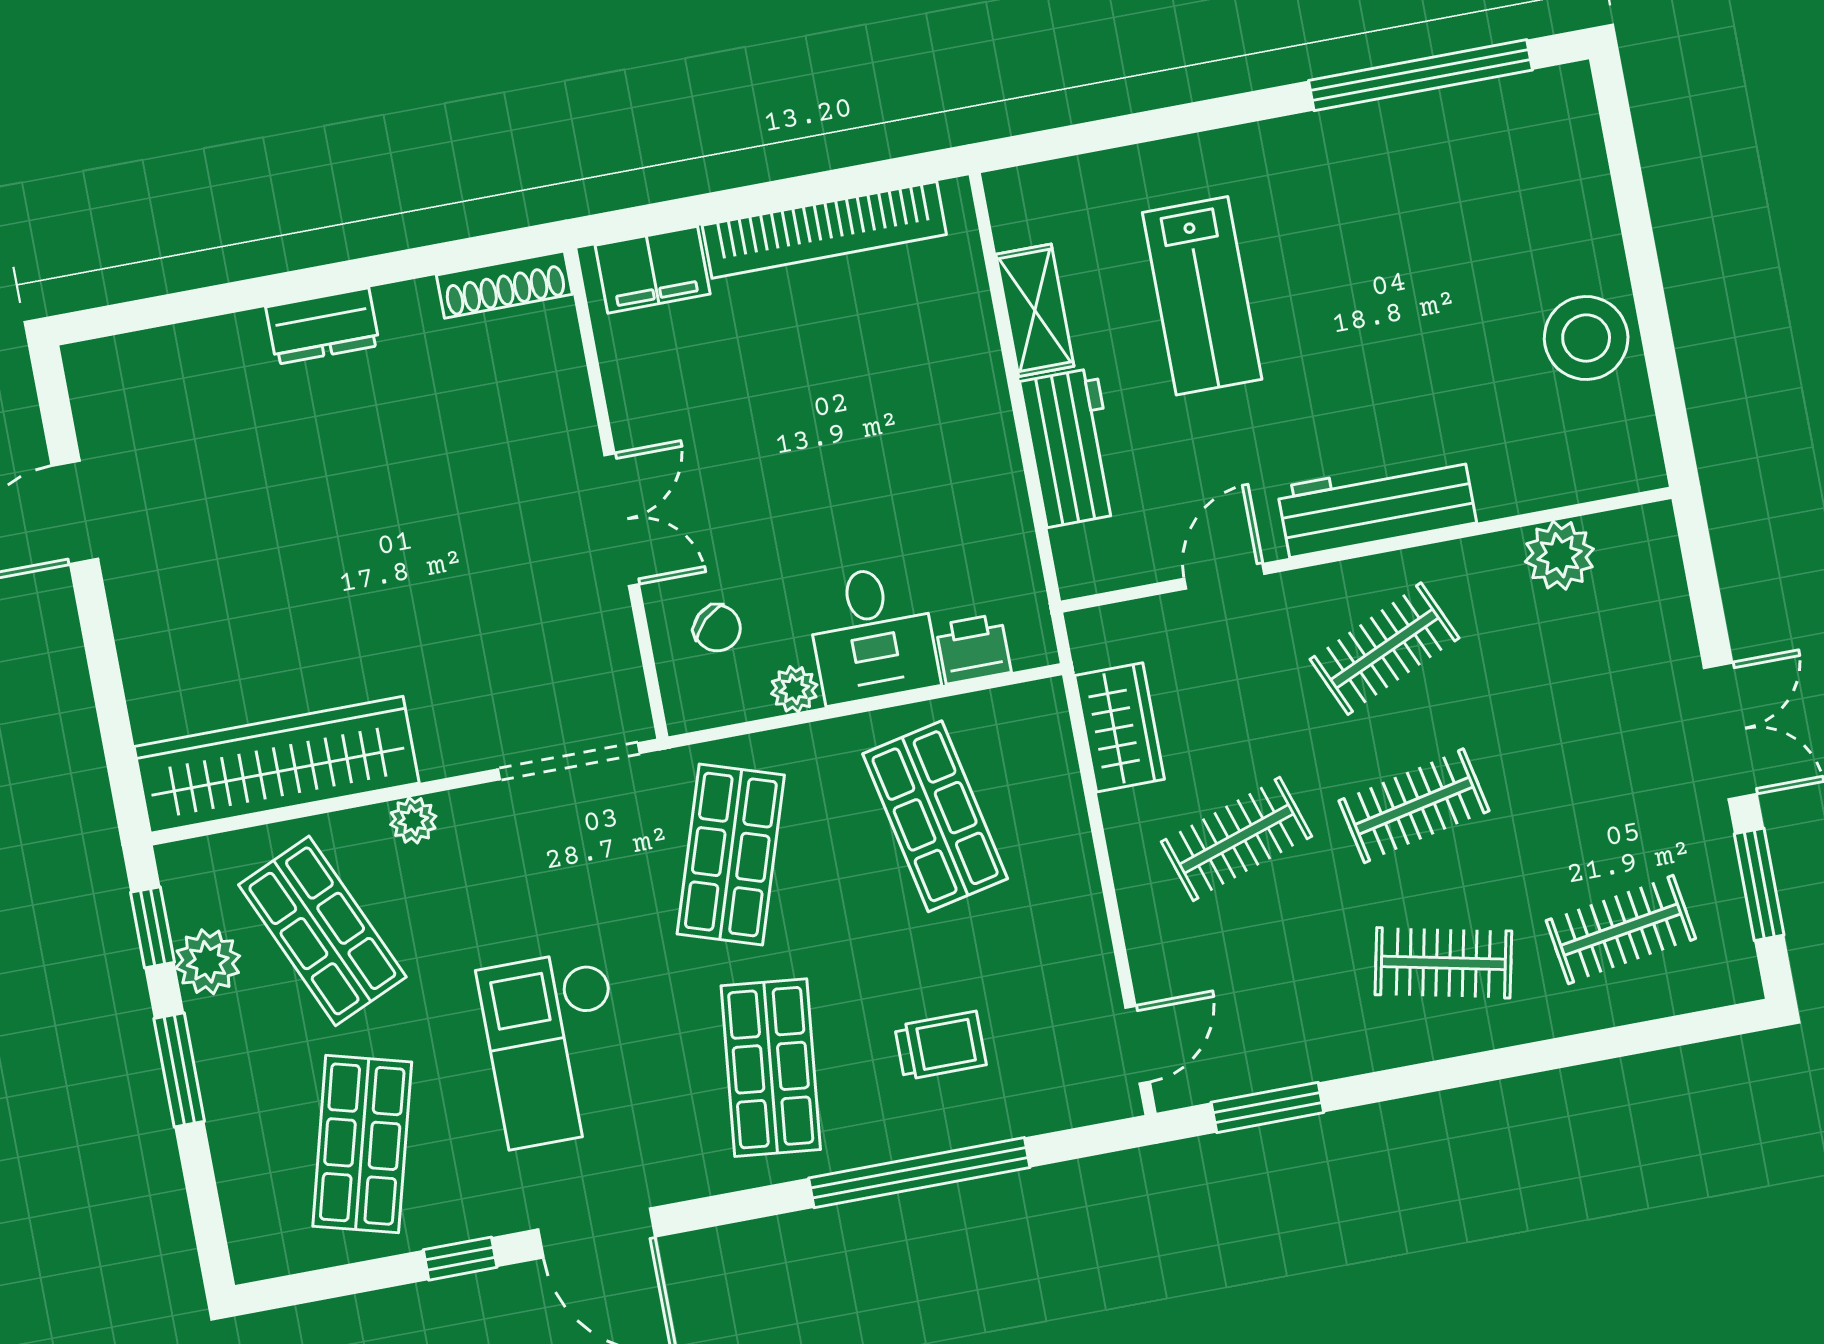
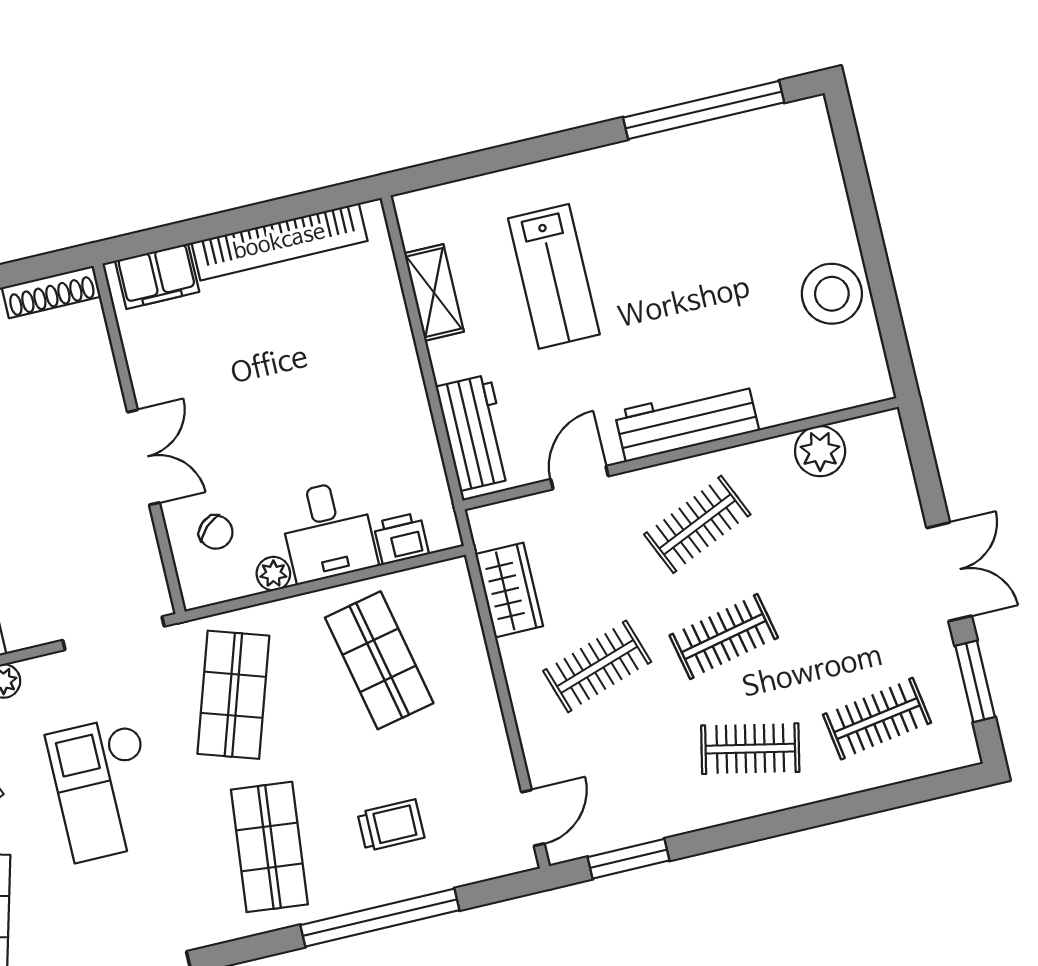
workbench: (1071, 448) -> (475, 433), moved
checkout: (555, 1049) -> (105, 789), moved

